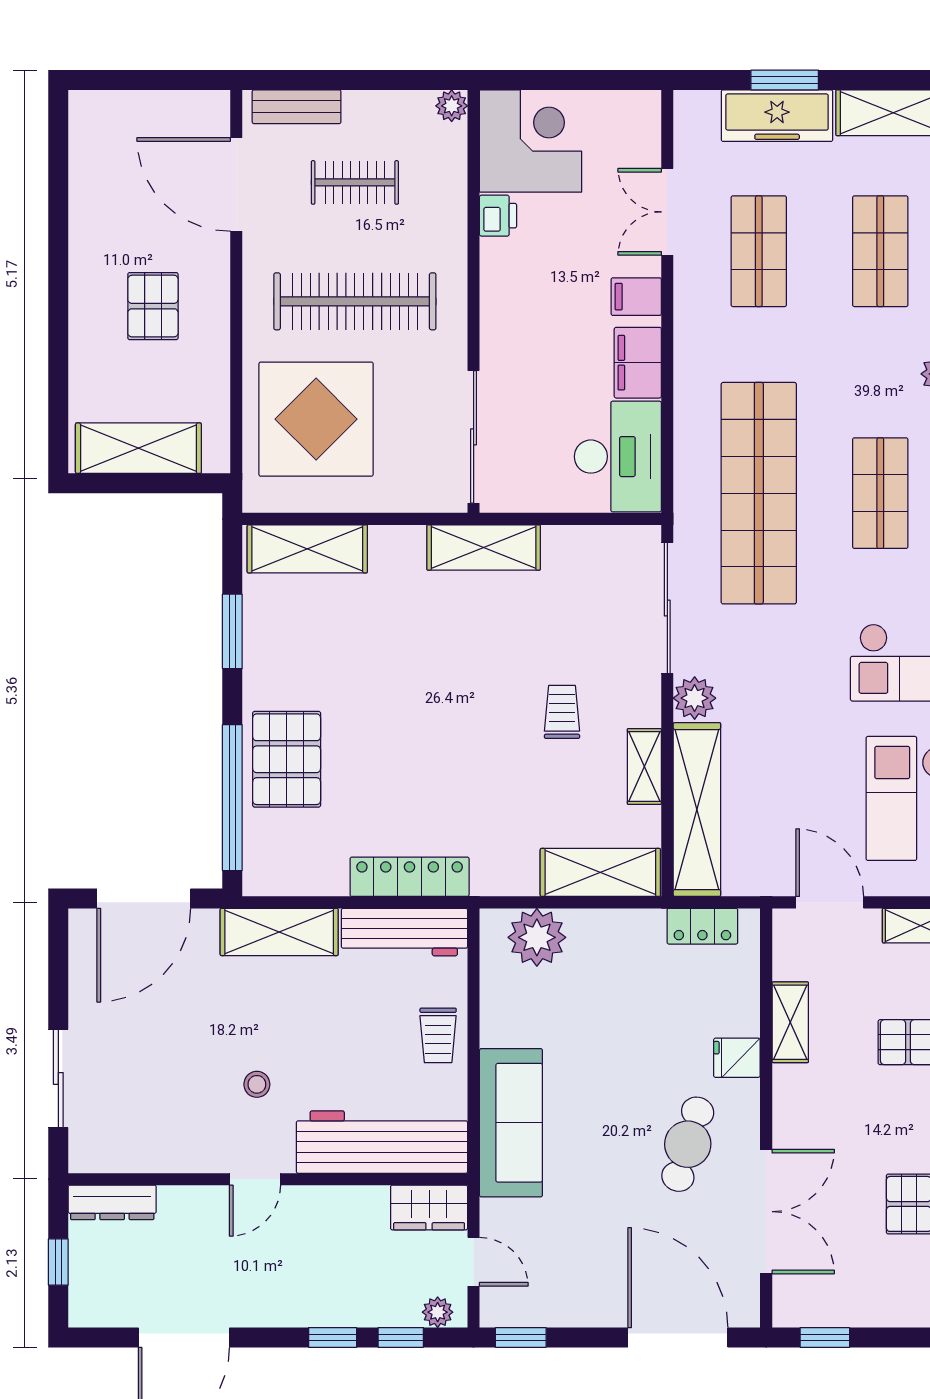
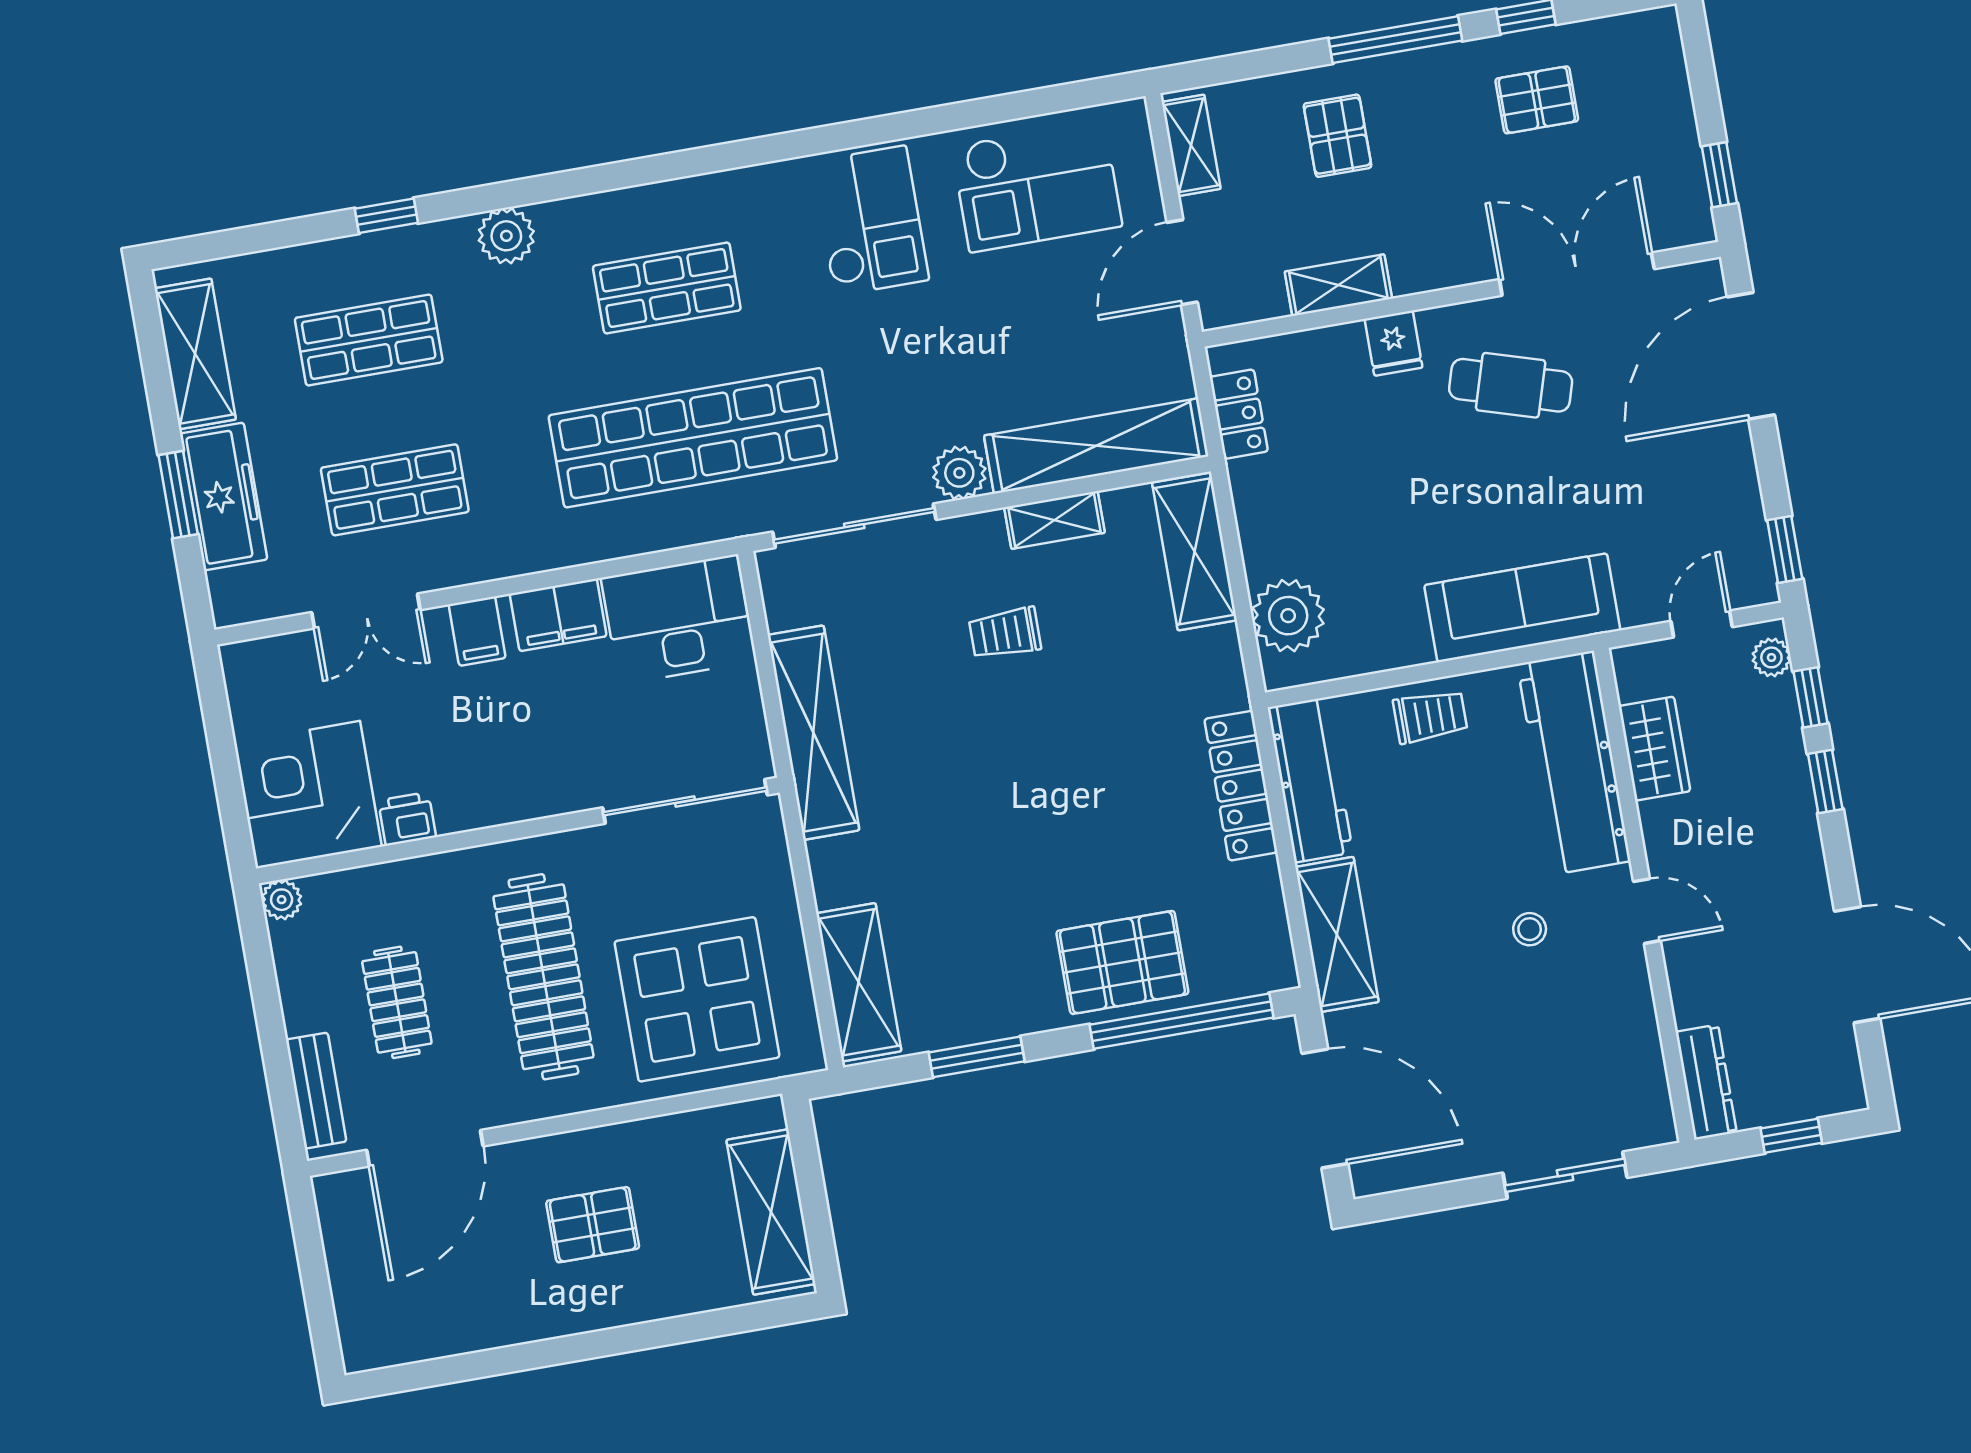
shelving: (484, 547) -> (813, 733), width x1.47
wardrobe: (429, 1208) -> (1654, 749), moved

